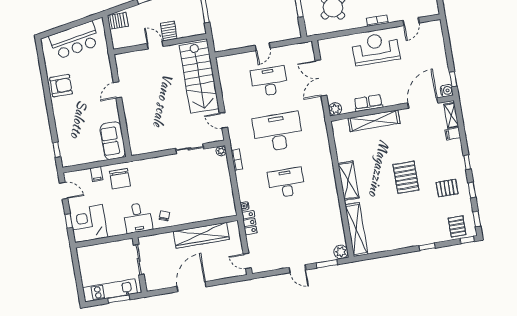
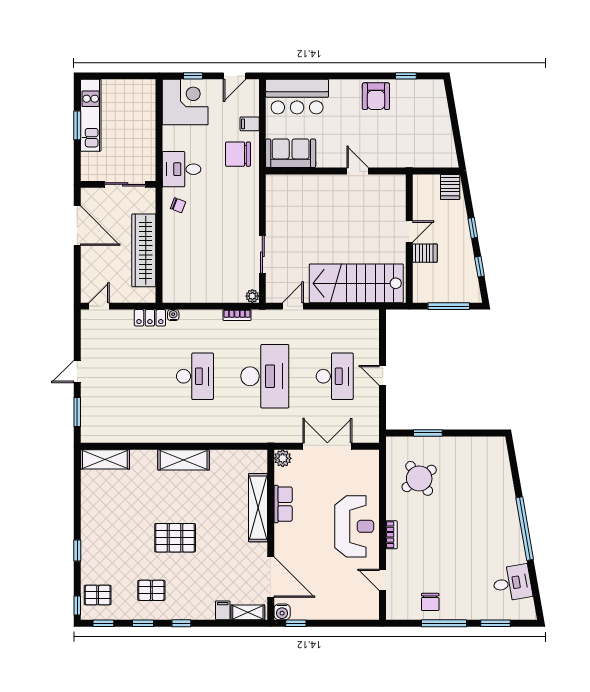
bar counter: (74, 40) -> (297, 97), moved, turned -80
window: (57, 150) -> (406, 76), moved
pallet: (447, 188) -> (151, 590), turned 90
shelving: (356, 229) -> (105, 459), width x0.68
plant: (341, 252) -> (90, 434), removed
sliding door: (139, 260) -> (125, 184), moved
wall: (140, 265) -> (118, 184), moved

